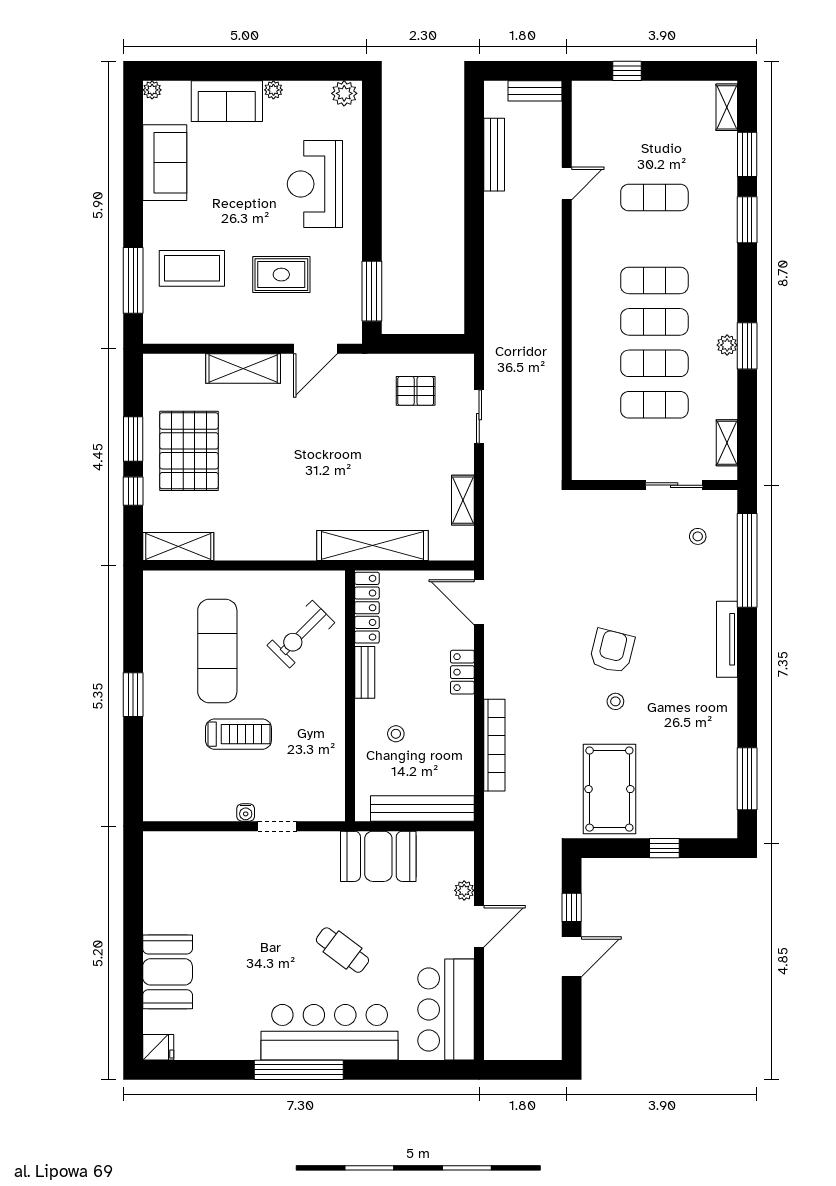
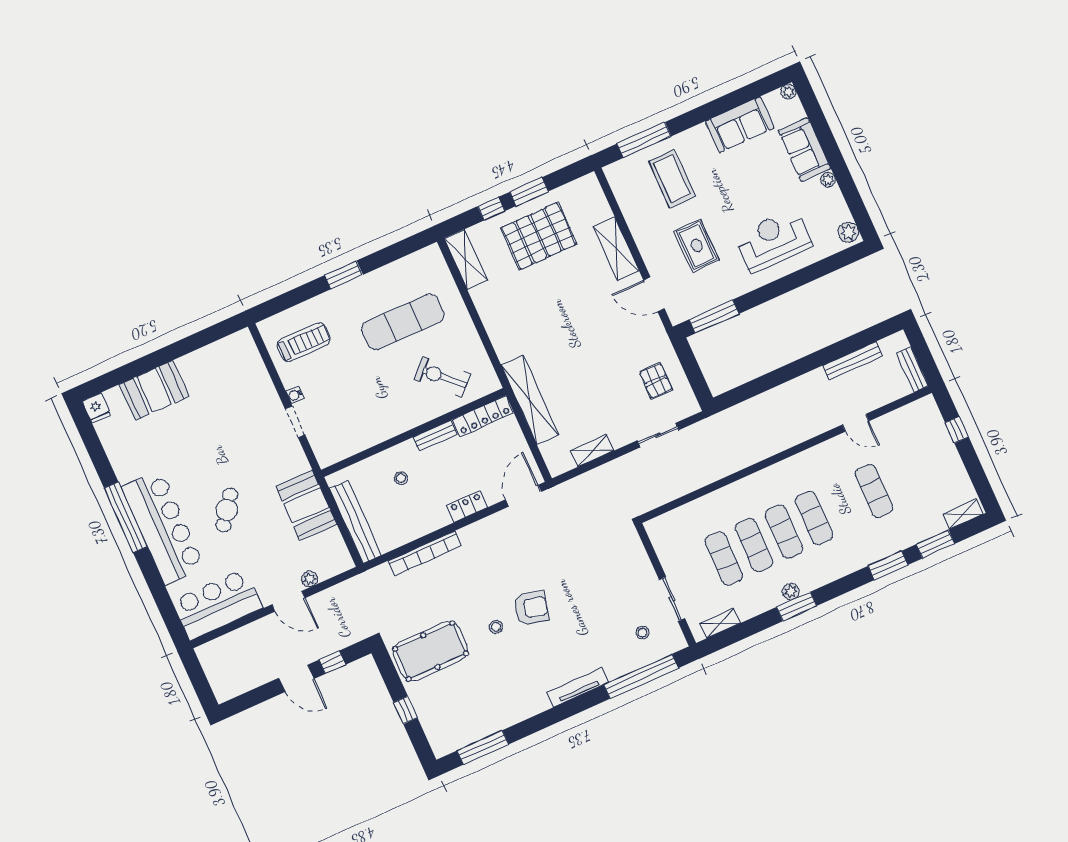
treadmill: (238, 734) -> (304, 342), moved, turned -90

